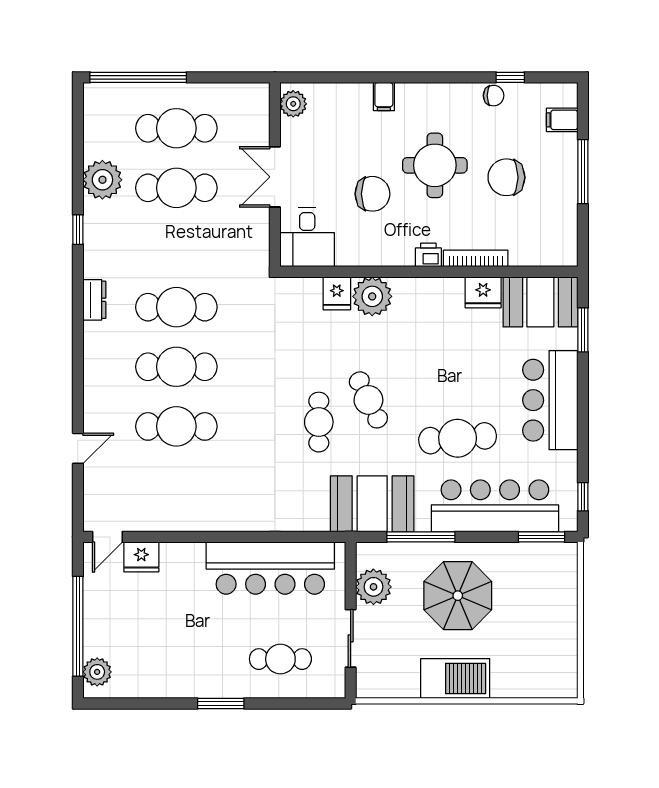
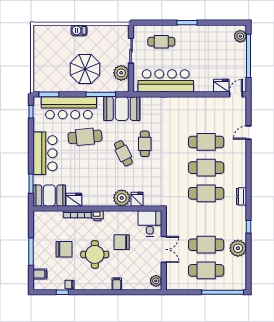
barbecue: (455, 678) -> (79, 30), width x0.53, depth x0.65

